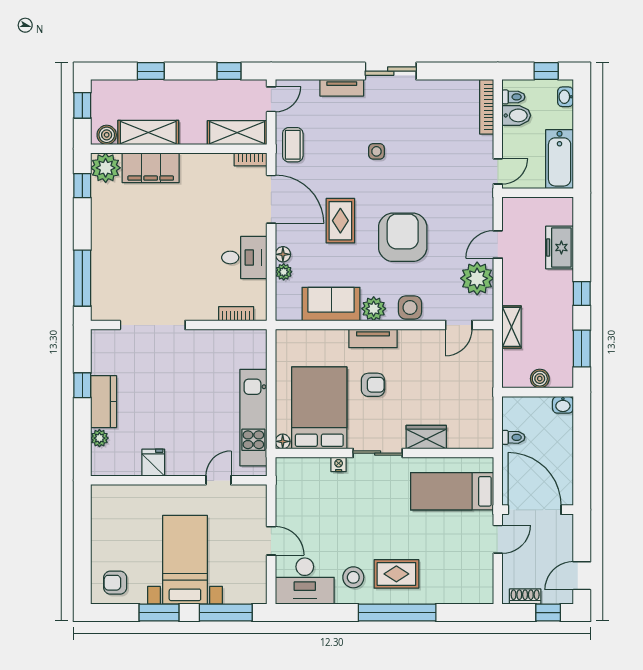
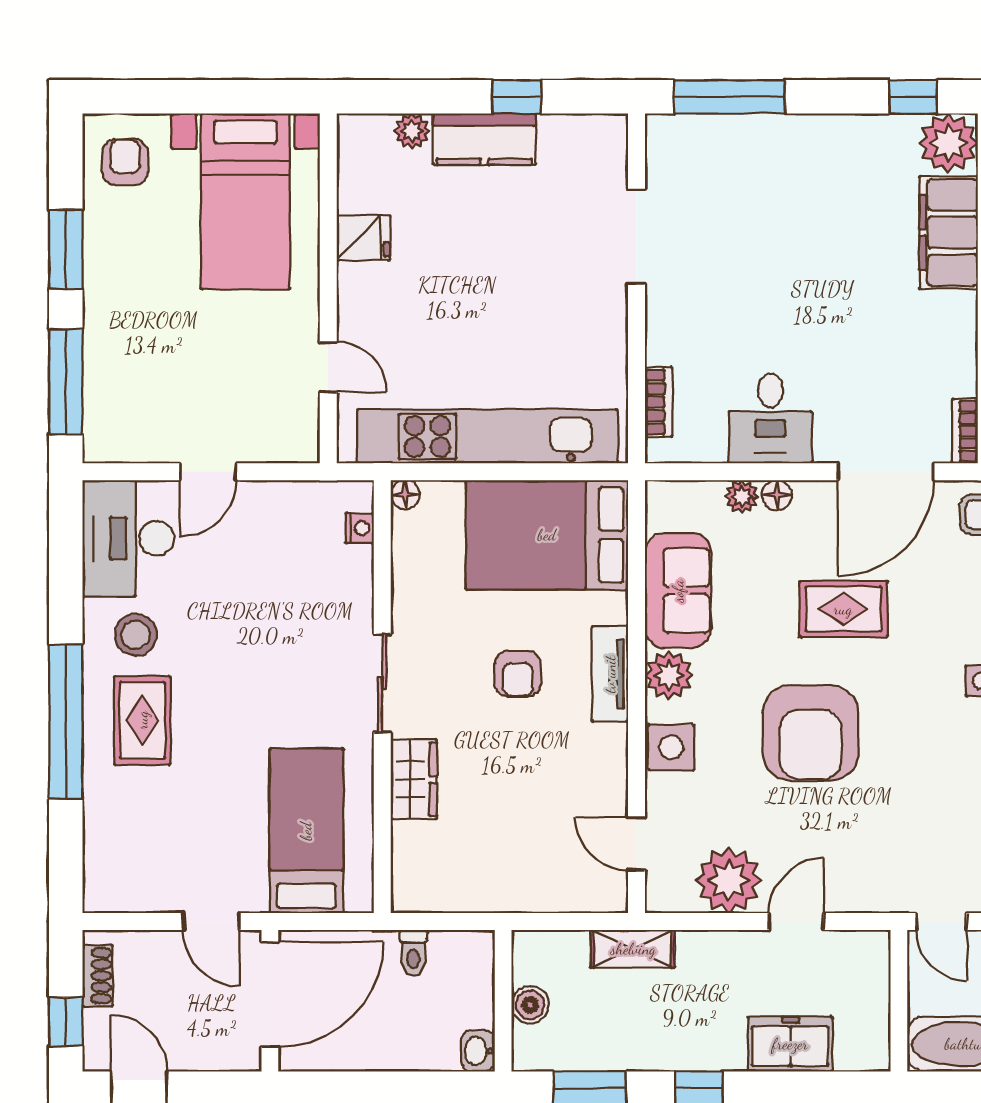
armchair: (403, 237) -> (811, 733), turned 90
door: (498, 244) -> (796, 922), hinge flipped
doorway: (153, 325) -> (636, 237), width x0.73
bed: (319, 408) -> (547, 535), moved, turned 180
kitchen unit: (253, 418) -> (487, 436), width x1.36
nightstand: (339, 464) -> (360, 528), moved
bed with nightstands: (185, 560) -> (246, 201), moved, turned 90

